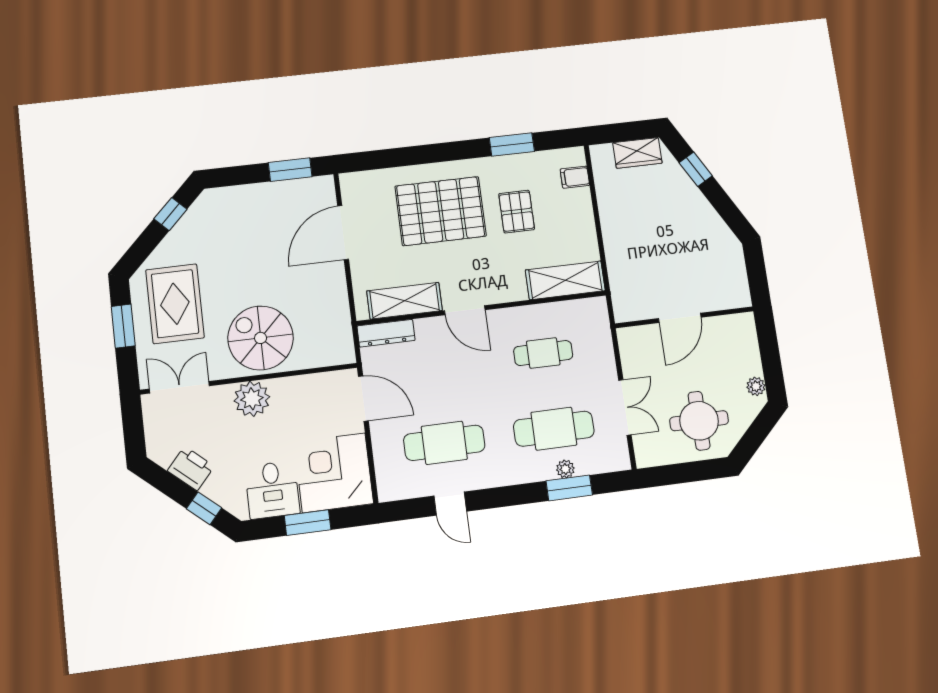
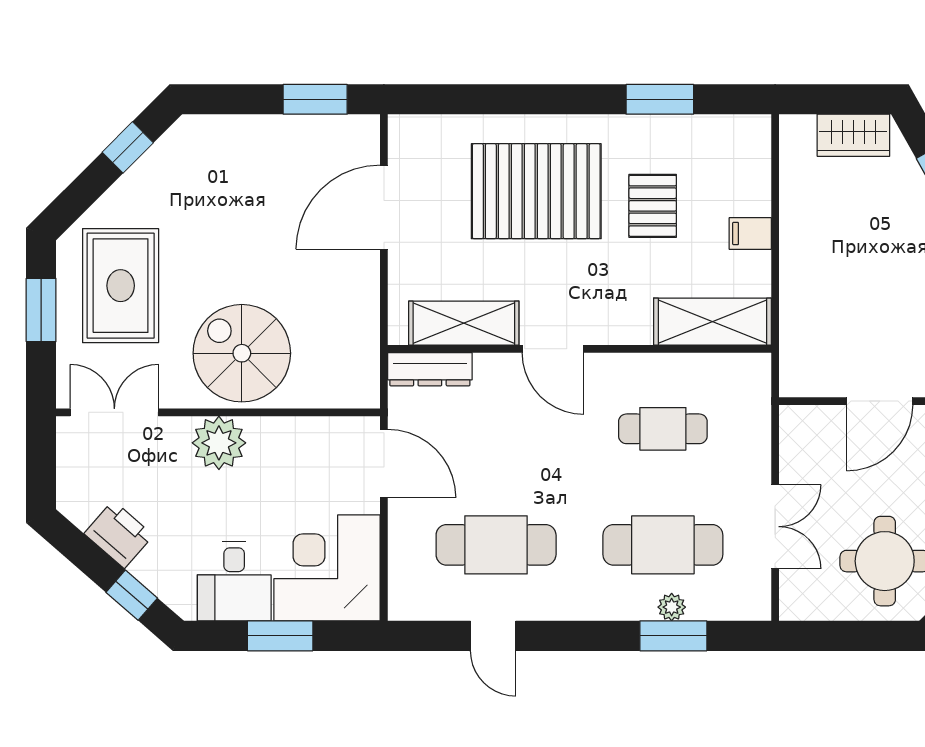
filing cabinet: (575, 177) -> (750, 233), moved

